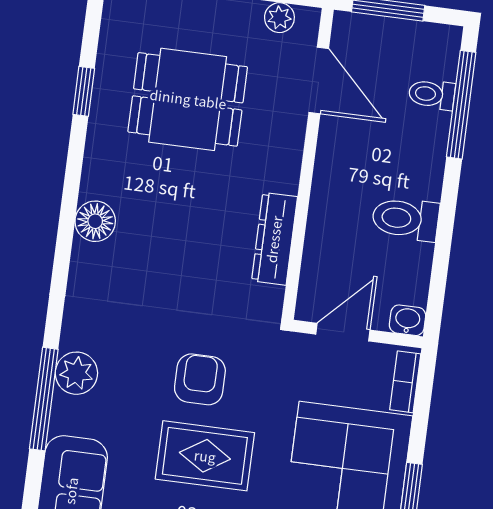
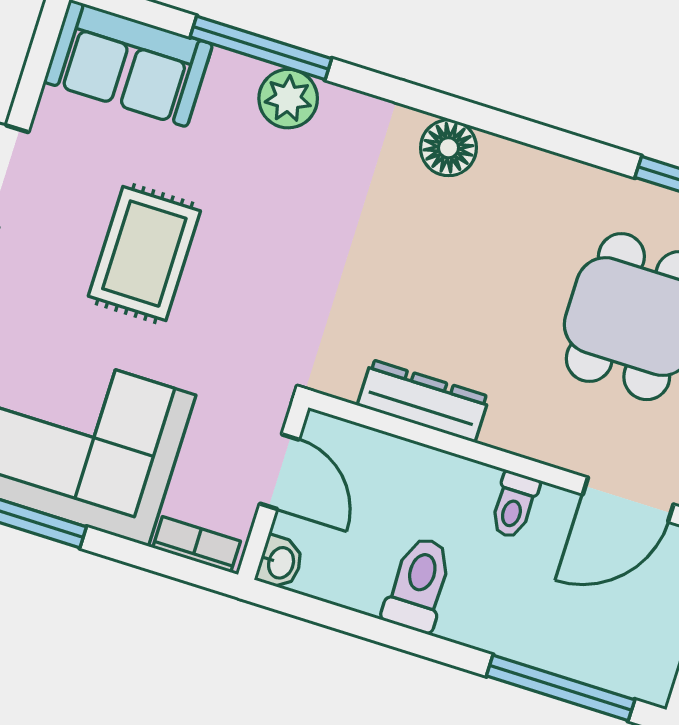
toilet: (432, 94) -> (514, 505), moved, turned 180
floor lamp: (95, 221) -> (448, 148), moved
armchair: (200, 379) -> (250, 265), removed

